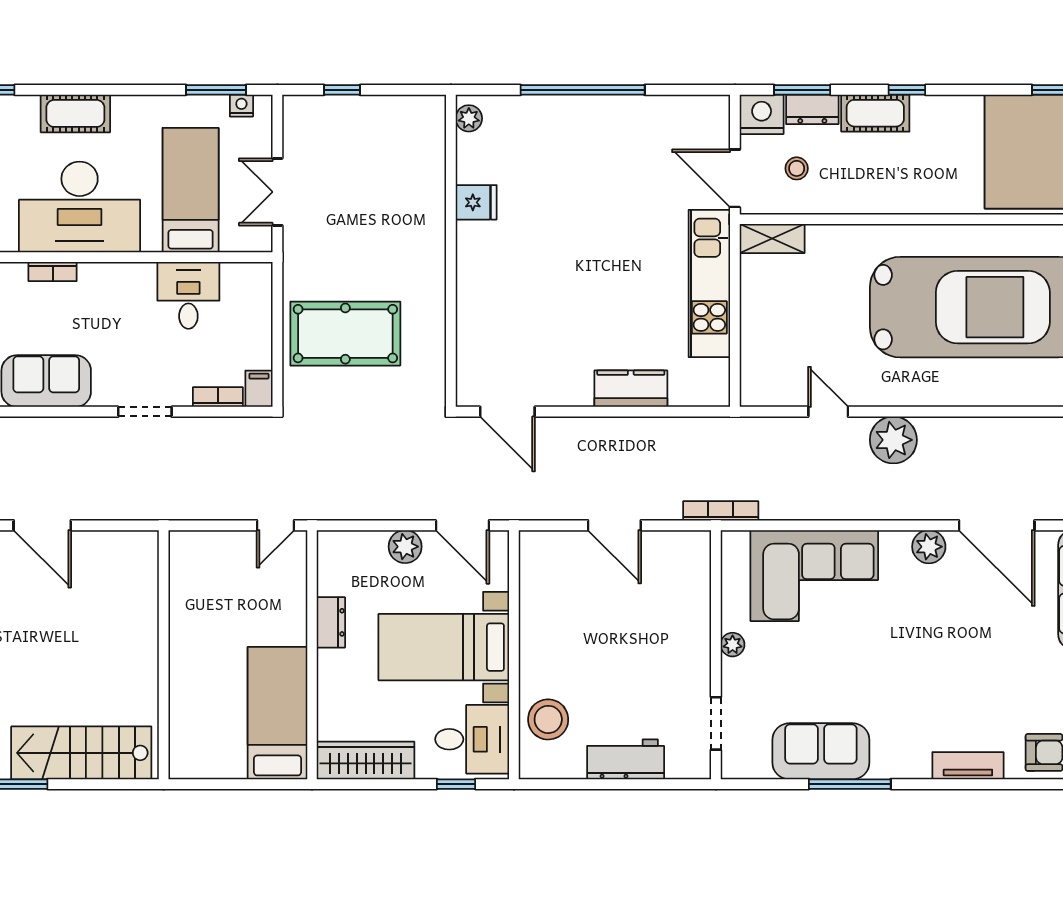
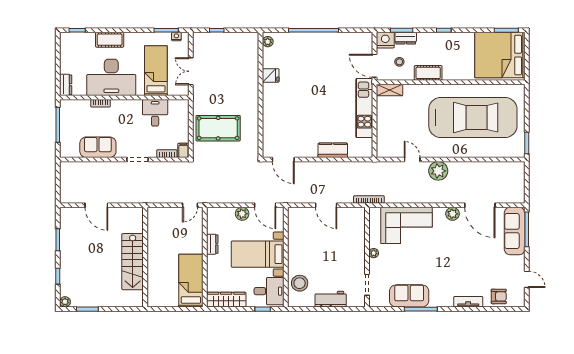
cot: (875, 113) -> (428, 73), moved
stairs: (81, 753) -> (133, 262), moved, turned -90

